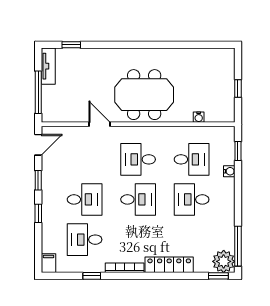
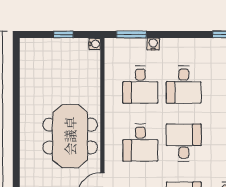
water cooler: (199, 117) -> (95, 44), moved
window: (238, 151) -> (131, 34), width x1.50
desk: (192, 159) -> (140, 85), turned 180

